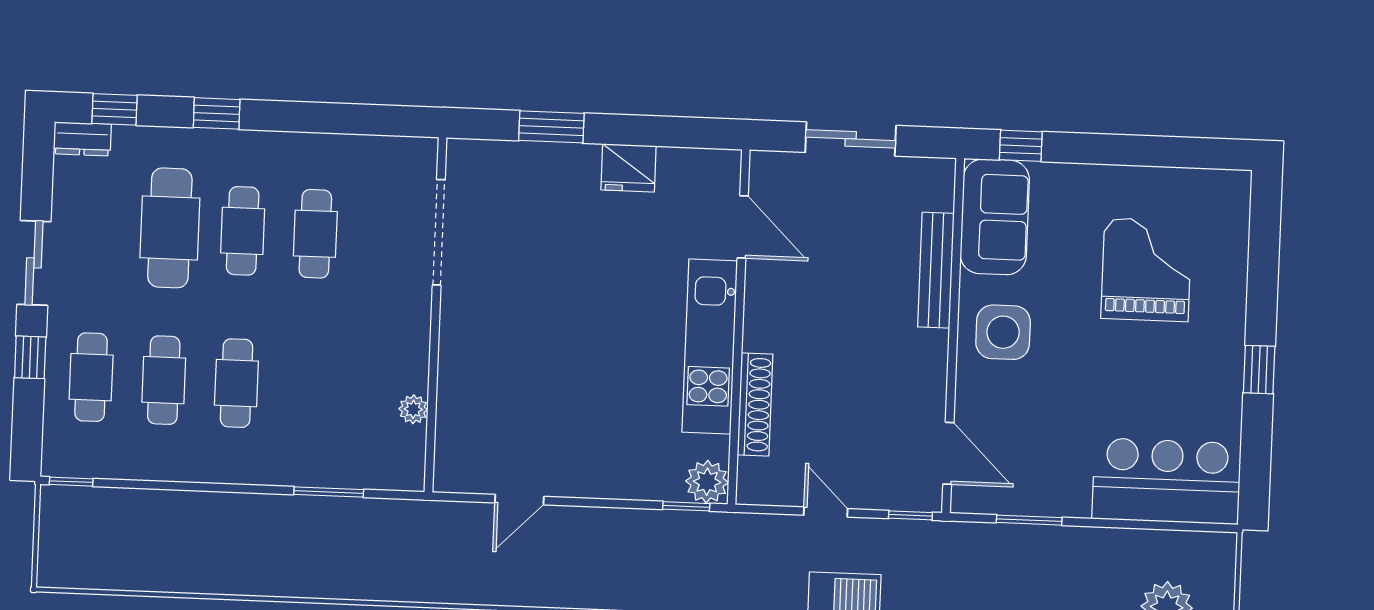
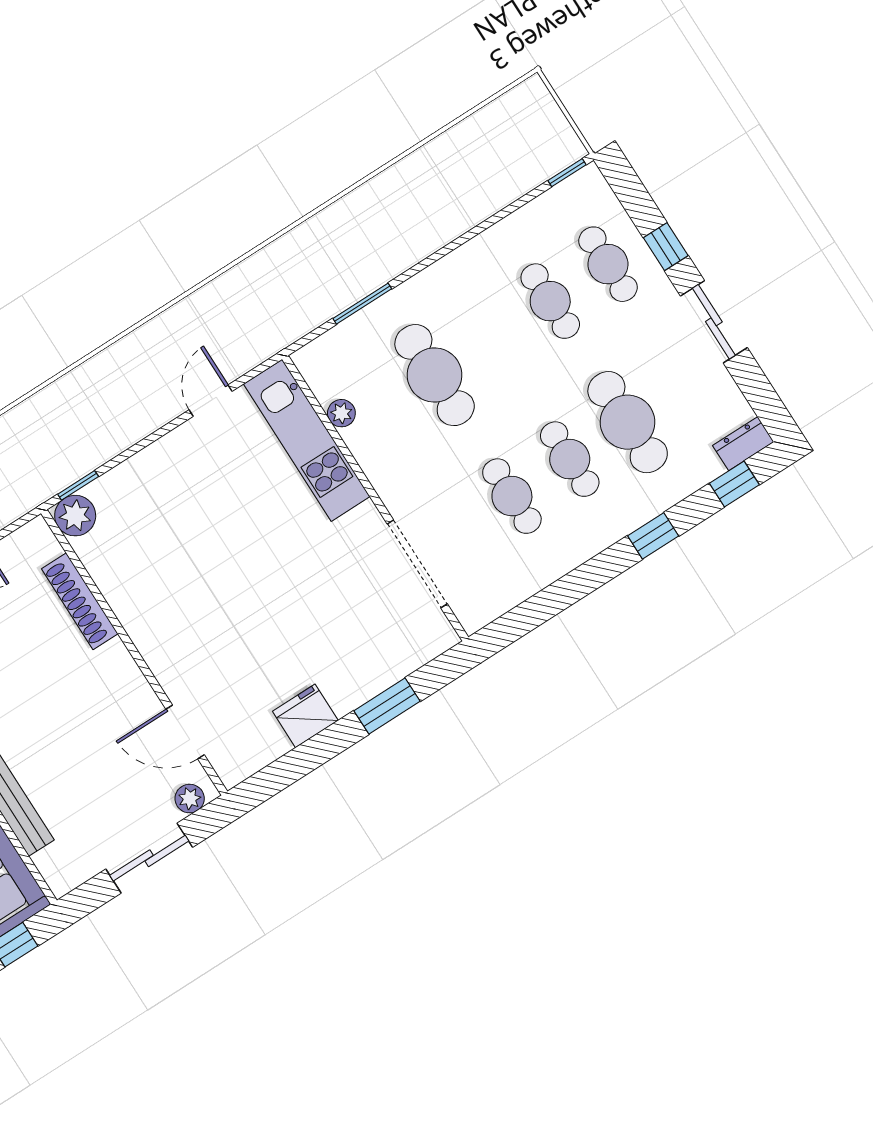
plant: (779, 166) -> (190, 799), added
kitchen unit: (710, 347) -> (307, 440), moved, turned 180
cafe table: (236, 383) -> (435, 375), moved, width x1.37, depth x1.35

